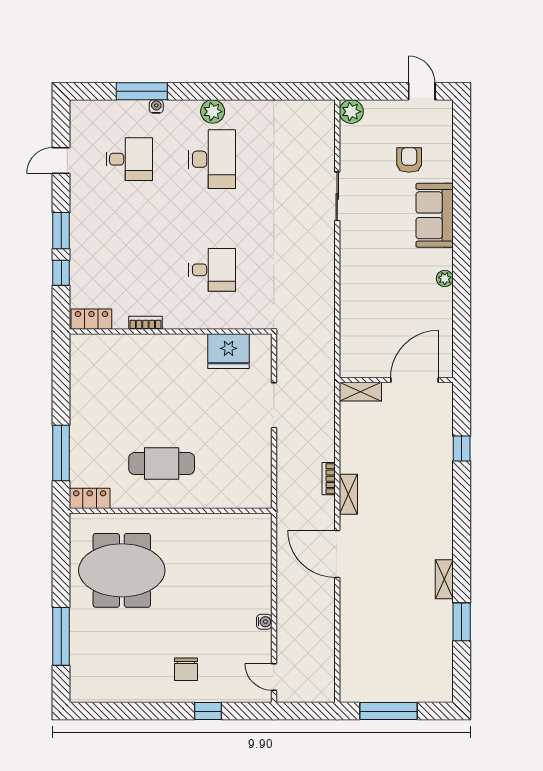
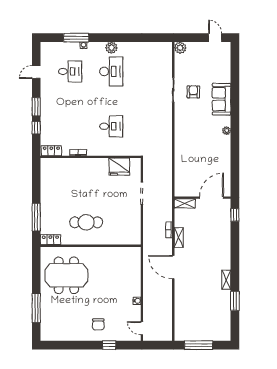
armchair: (409, 160) -> (193, 92), moved
wall: (396, 380) -> (202, 198), moved
door: (415, 380) -> (212, 198), moved
shelving: (360, 392) -> (185, 203), moved

